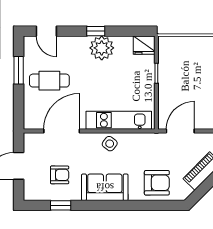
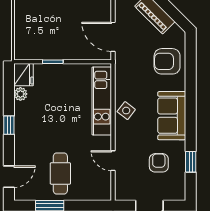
plant: (102, 48) -> (20, 94), moved, width x0.53, depth x0.53
door: (62, 131) -> (113, 161), width x0.53
armchair: (157, 183) -> (167, 61), turned -90

